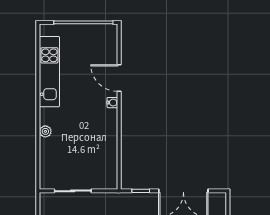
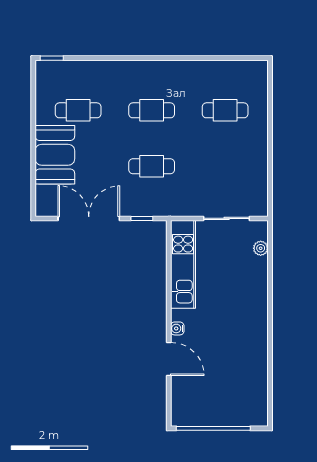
kitchen unit: (49, 72) -> (183, 264), moved, turned 180
plant: (45, 131) -> (261, 248), moved

